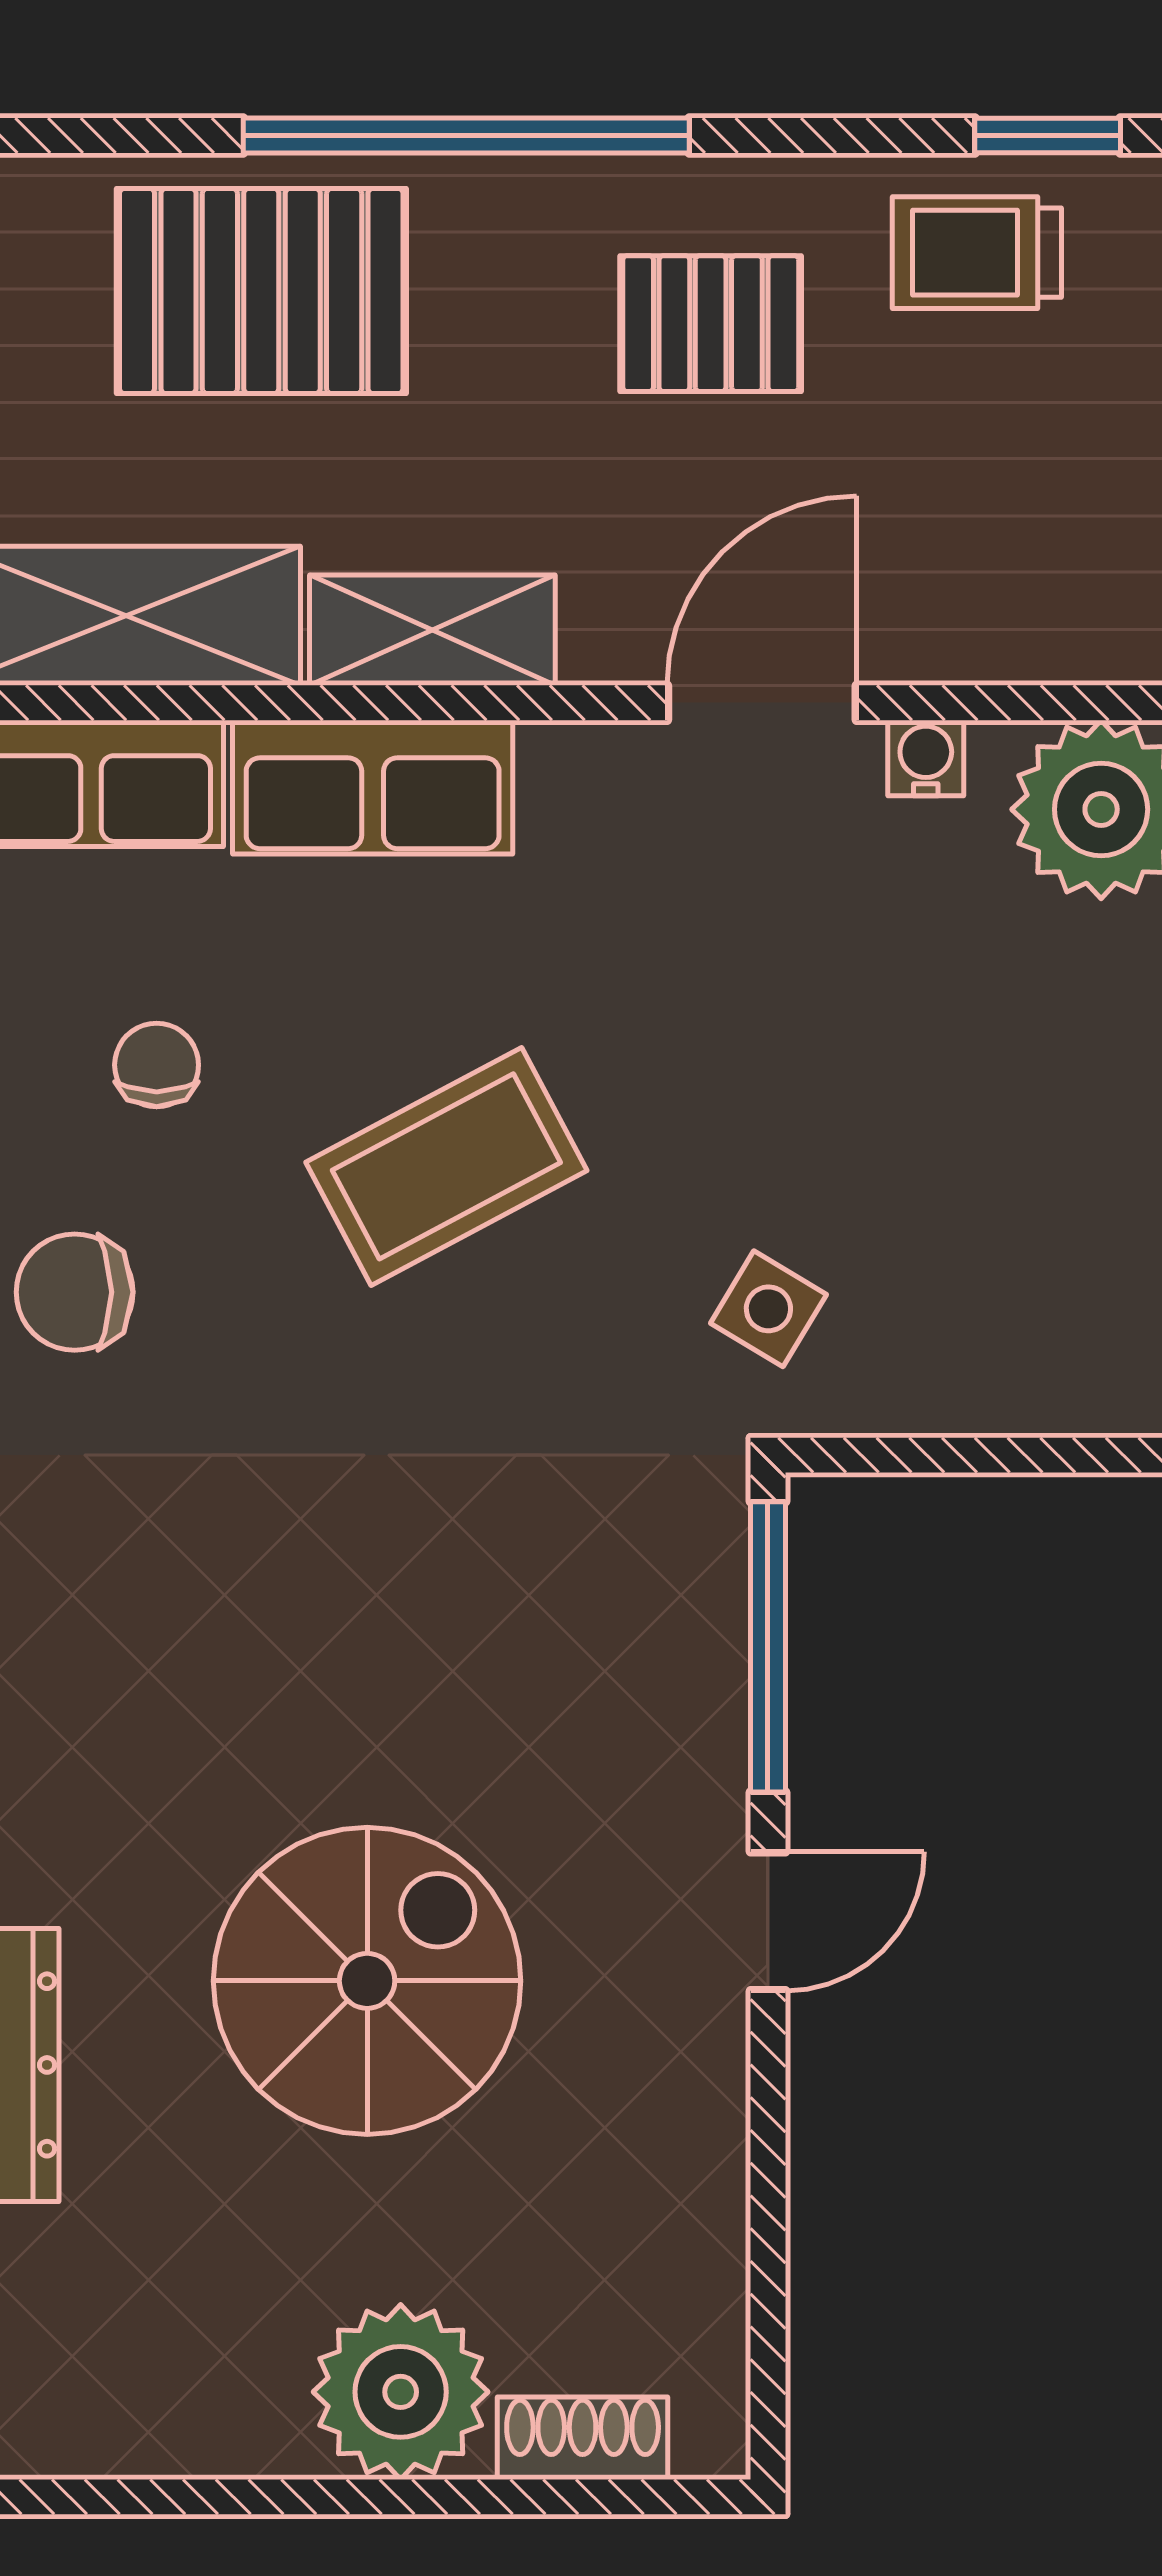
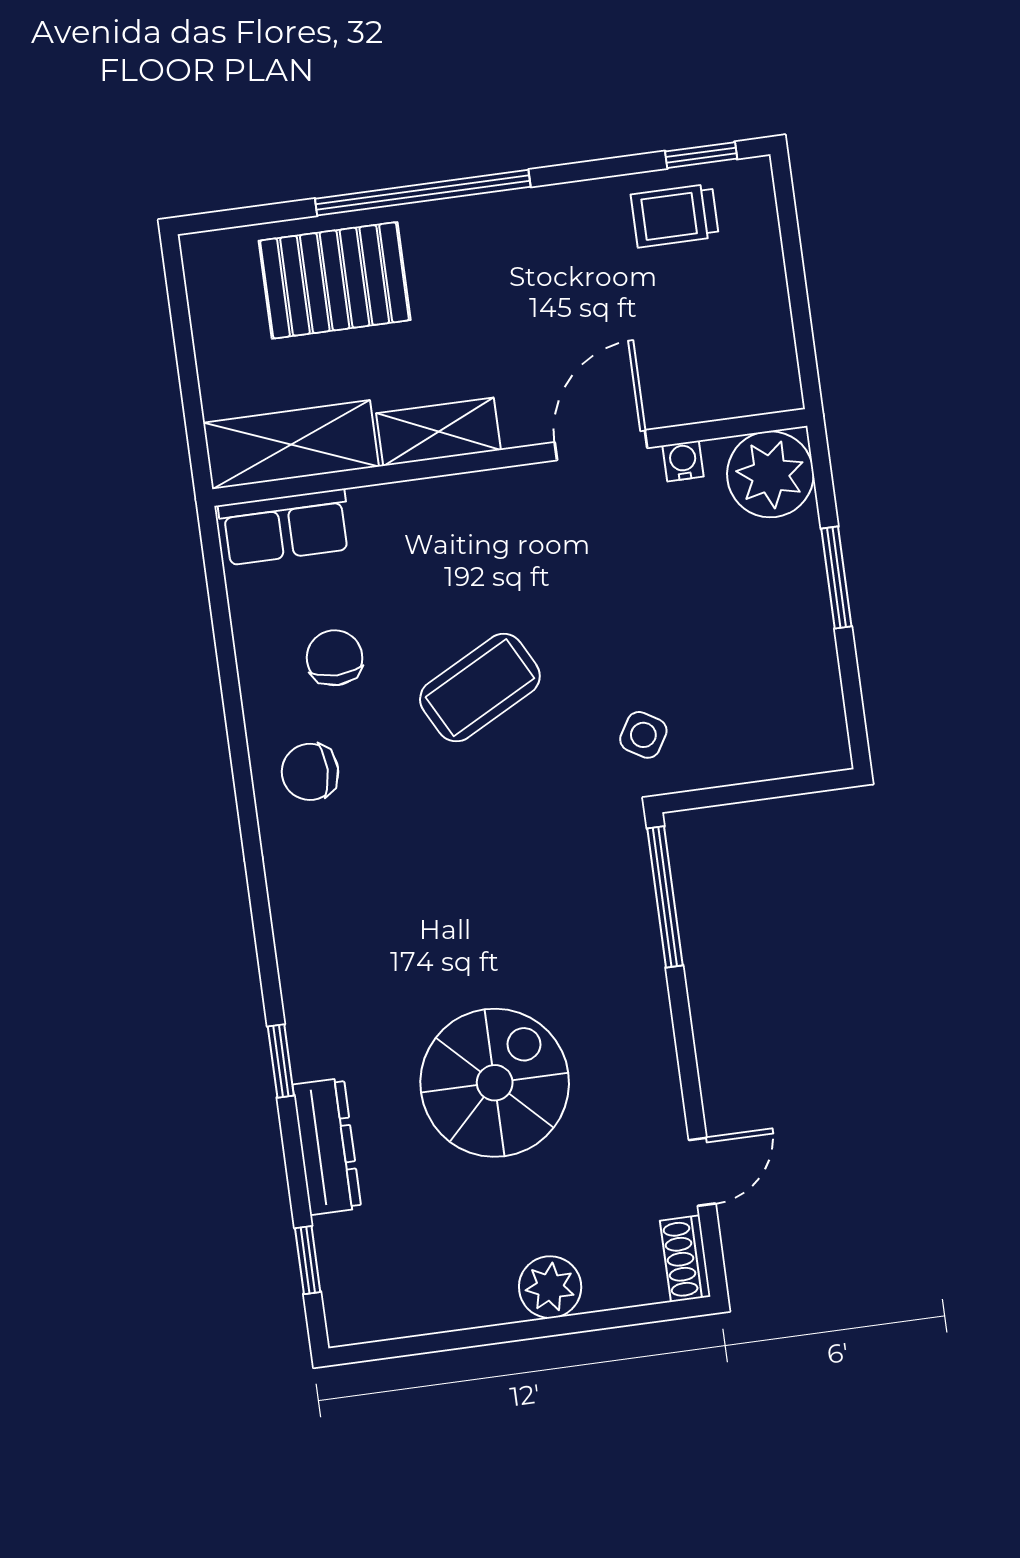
pallet: (711, 324) -> (552, 267), removed
row of seats: (373, 787) -> (420, 511), removed
chair: (157, 1065) -> (335, 658), width x1.37, depth x1.37
door: (768, 1921) -> (702, 1172), moved
plant: (401, 2392) -> (550, 1287), width x0.73, depth x0.73
shoe rack: (583, 2438) -> (685, 1259), moved, turned -90

